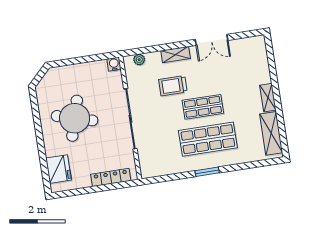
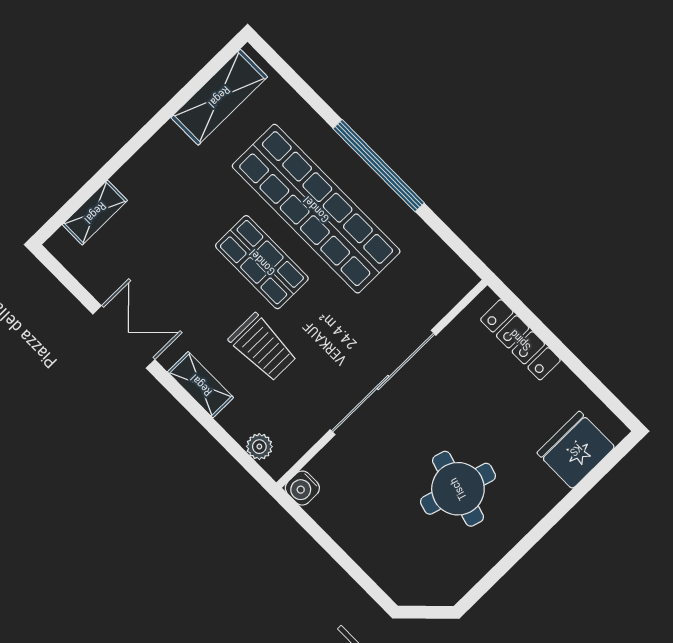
shelving: (268, 98) -> (95, 213), moved
round table: (75, 118) -> (458, 489), width x0.73, depth x0.73
shop shelf: (208, 139) -> (316, 209), width x1.40
window: (207, 172) -> (379, 166), width x2.11

